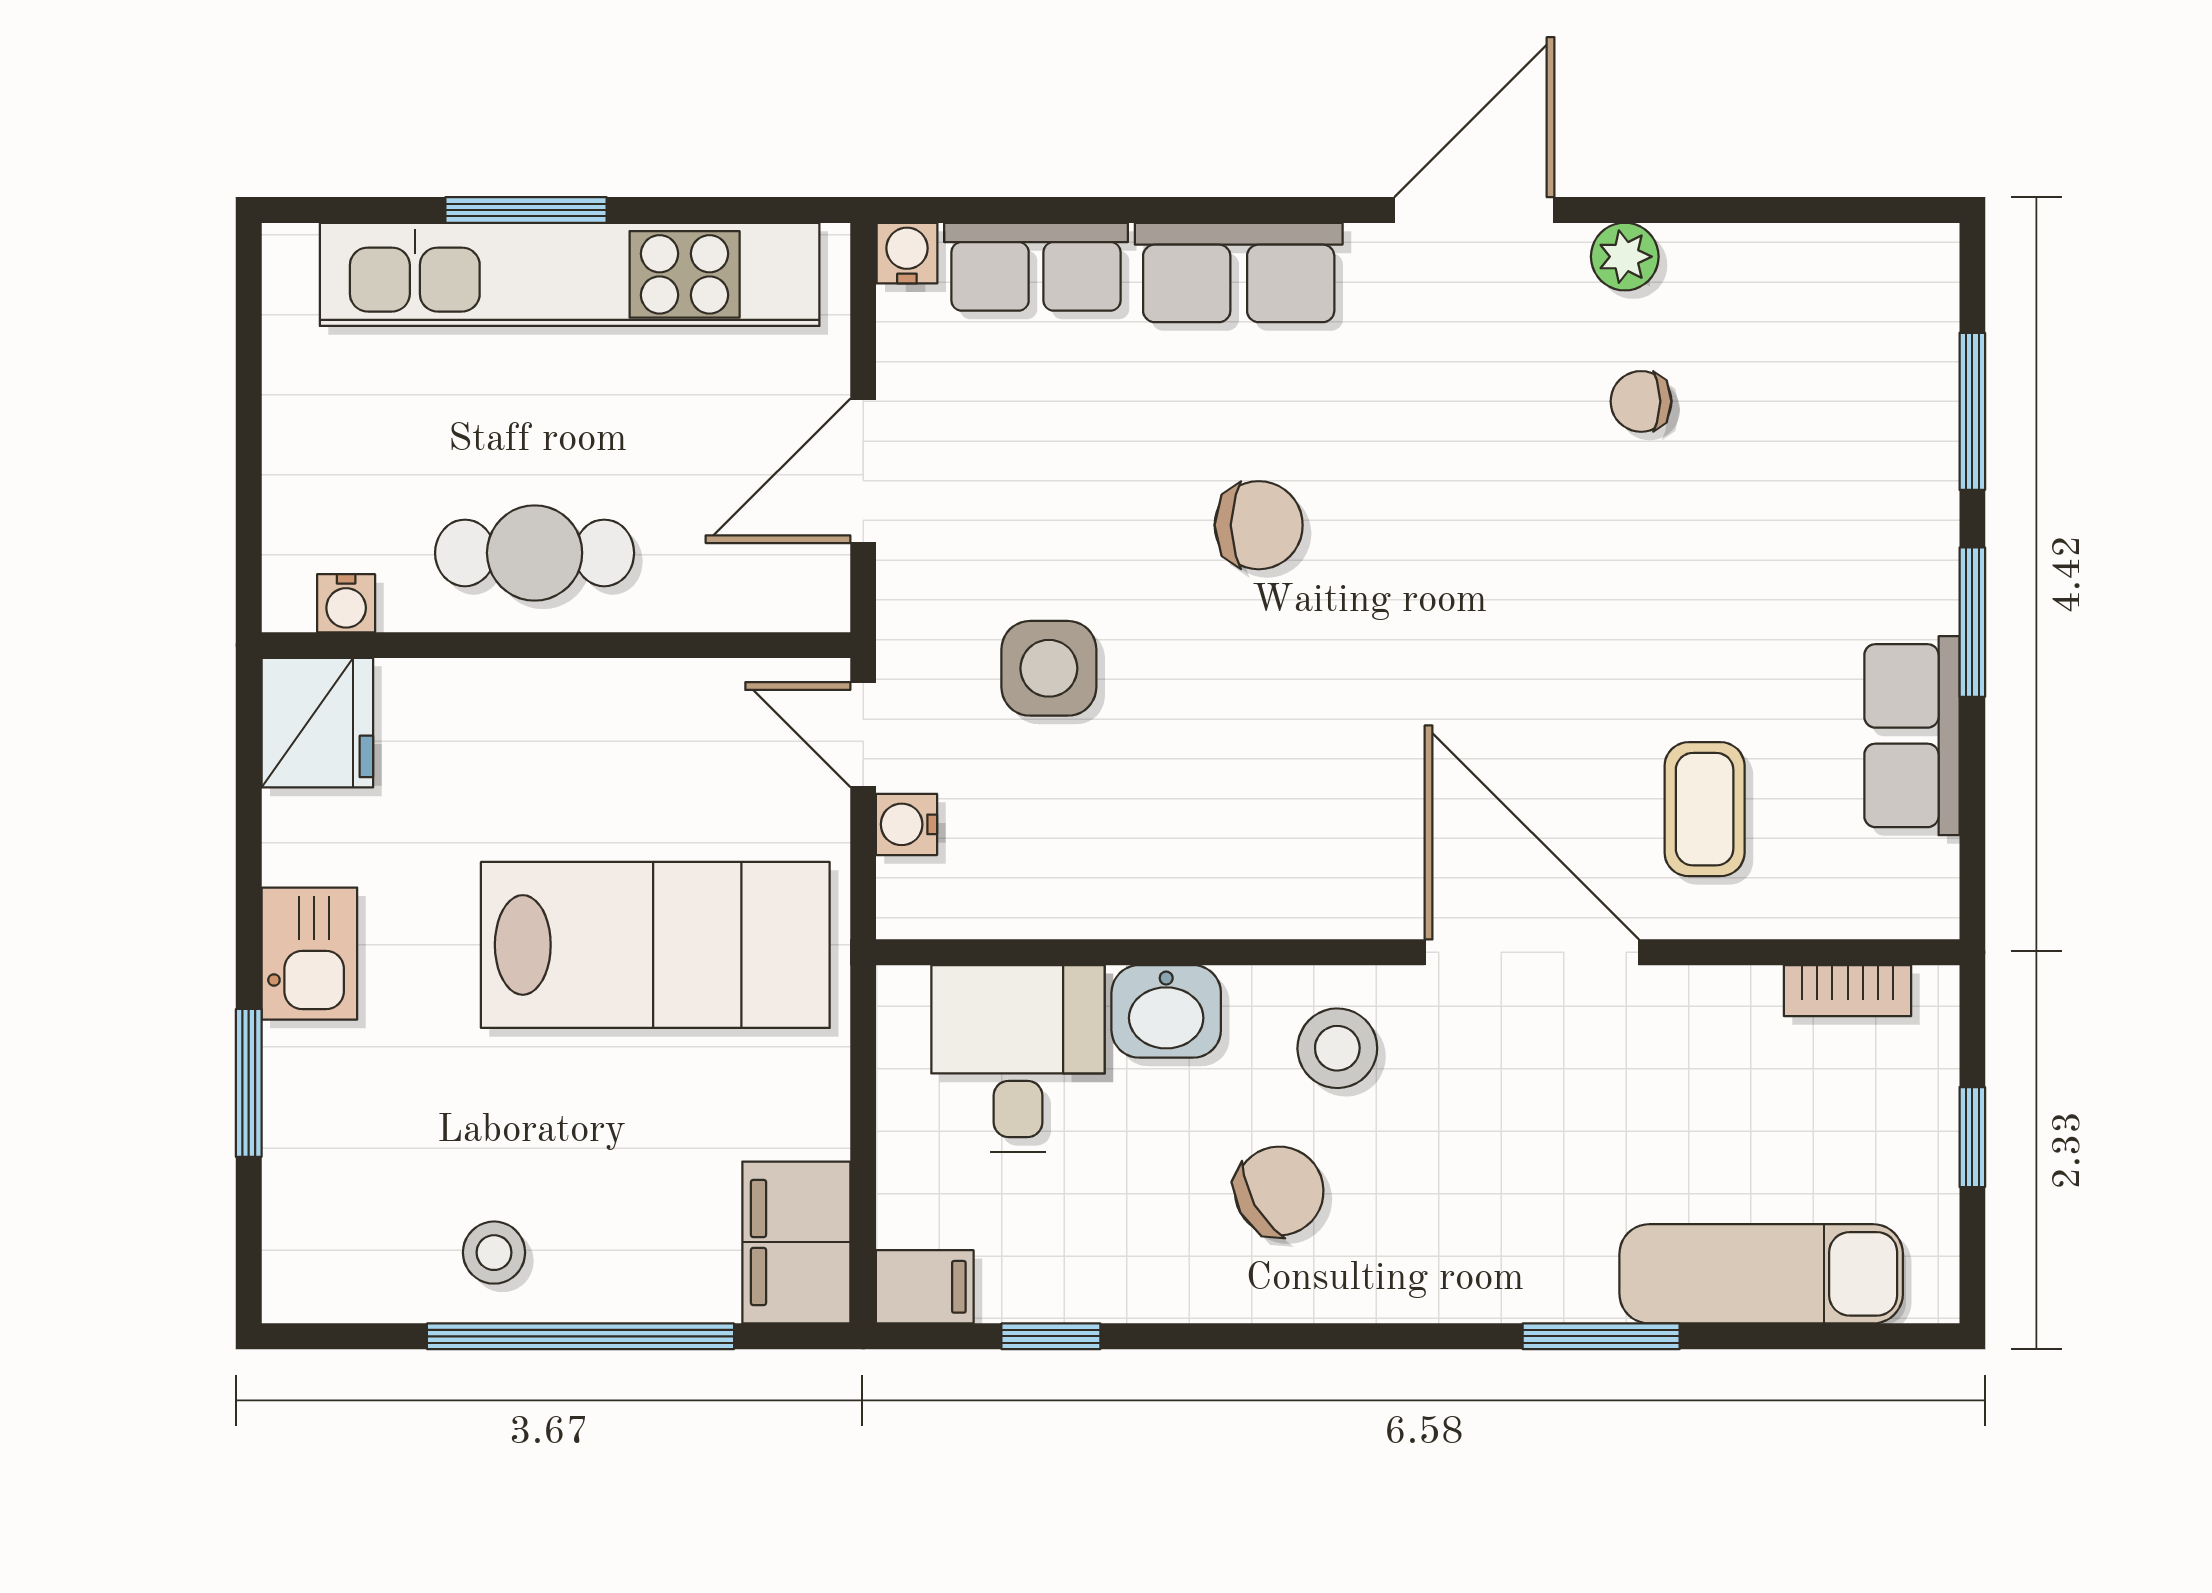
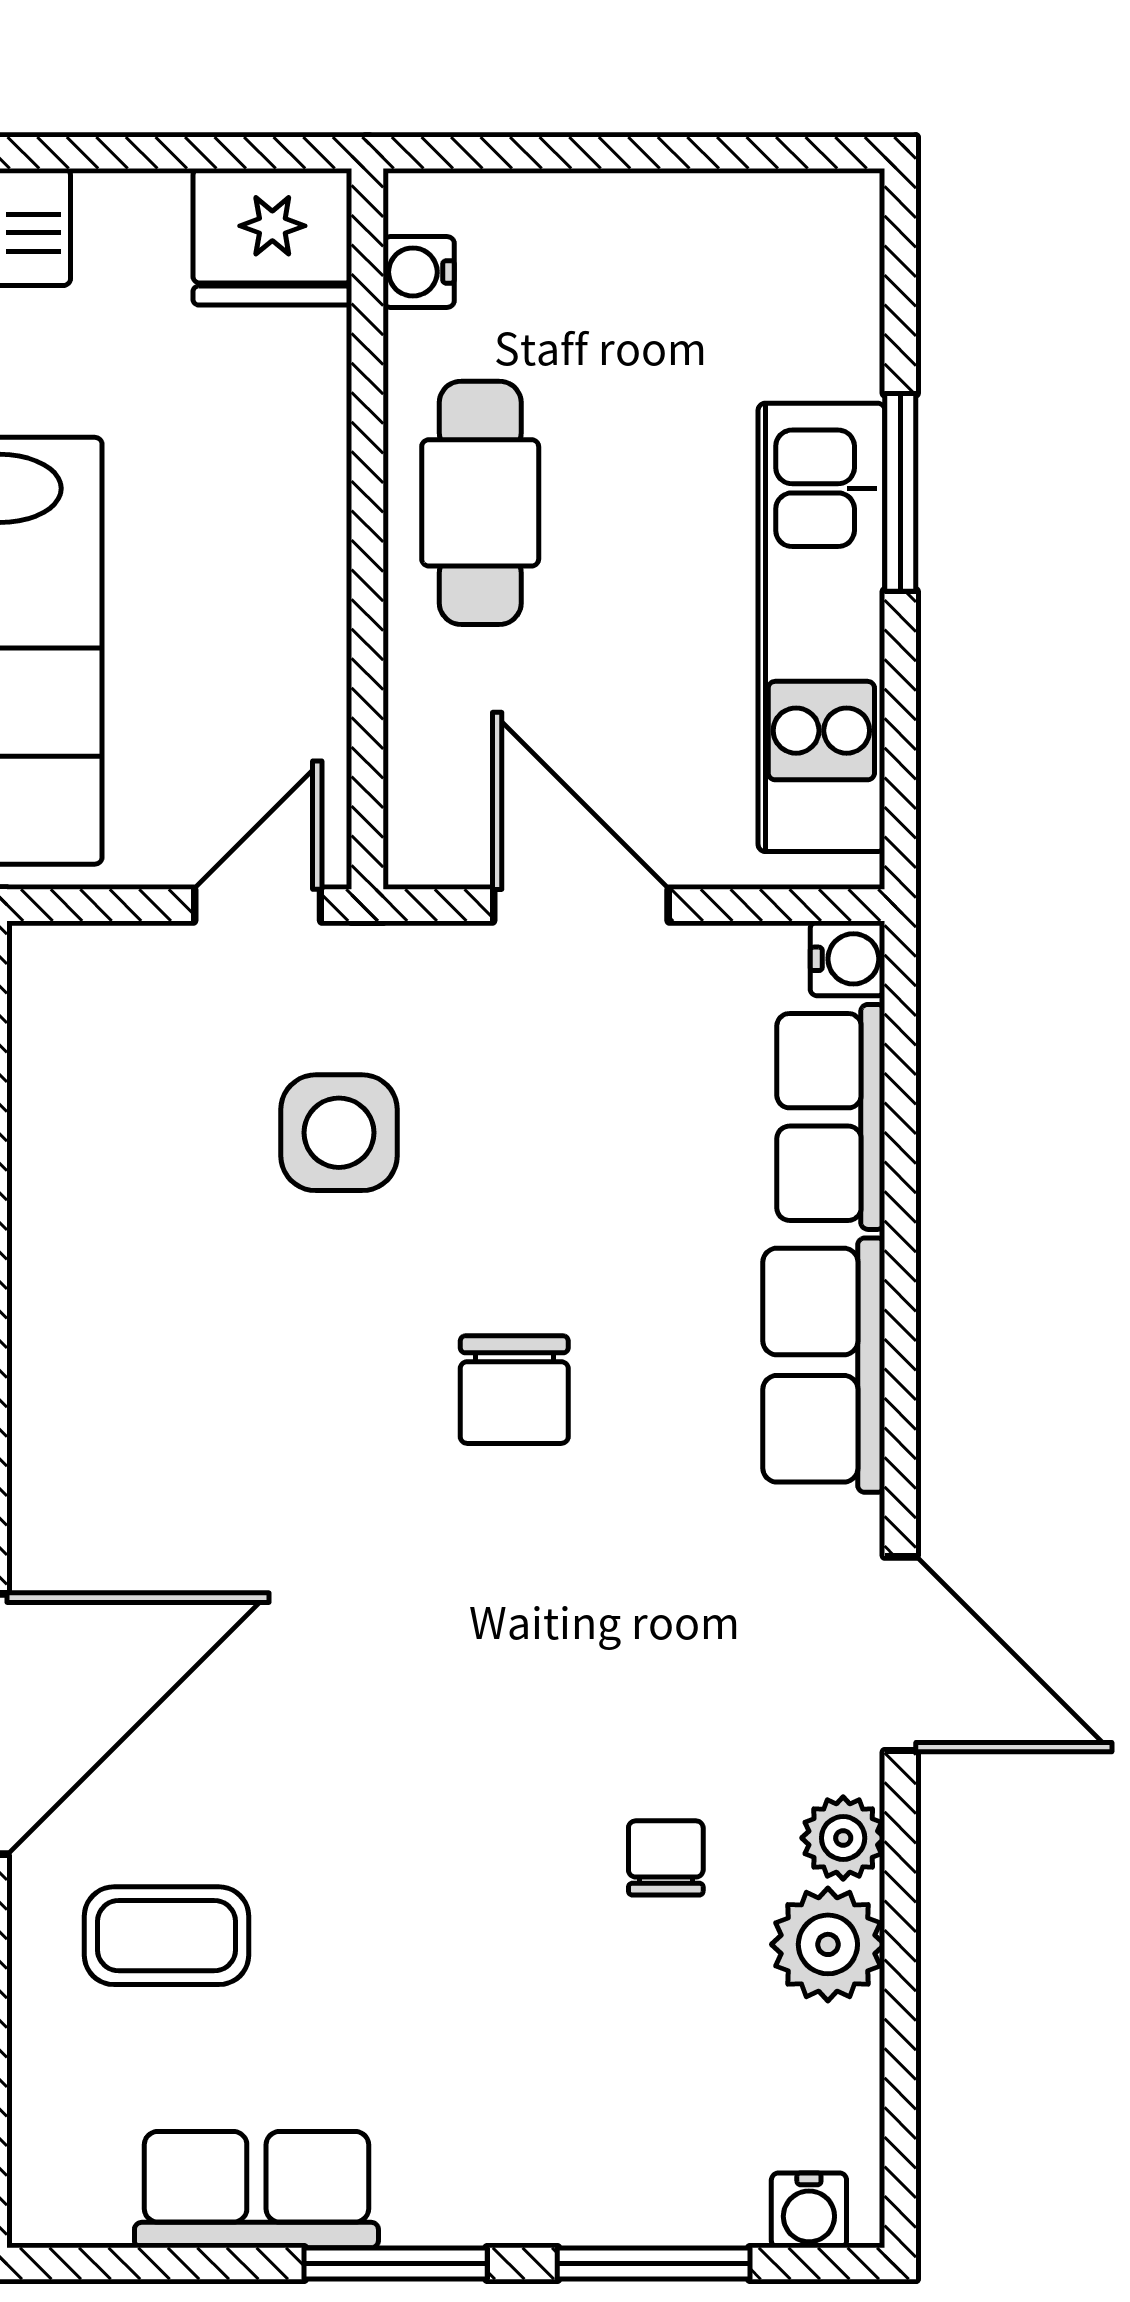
plant: (1712, 269) -> (828, 1944), added
kitchen unit: (570, 274) -> (821, 627), width x0.73
water cooler: (906, 824) -> (809, 2210), moved, turned 180

